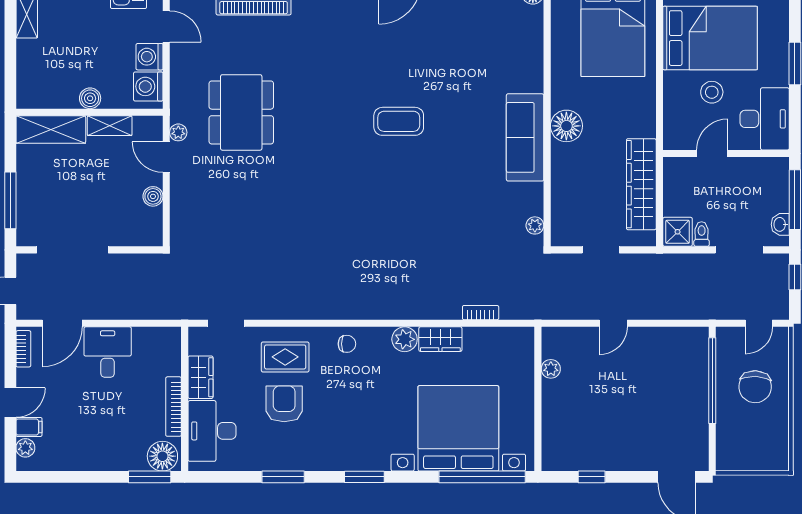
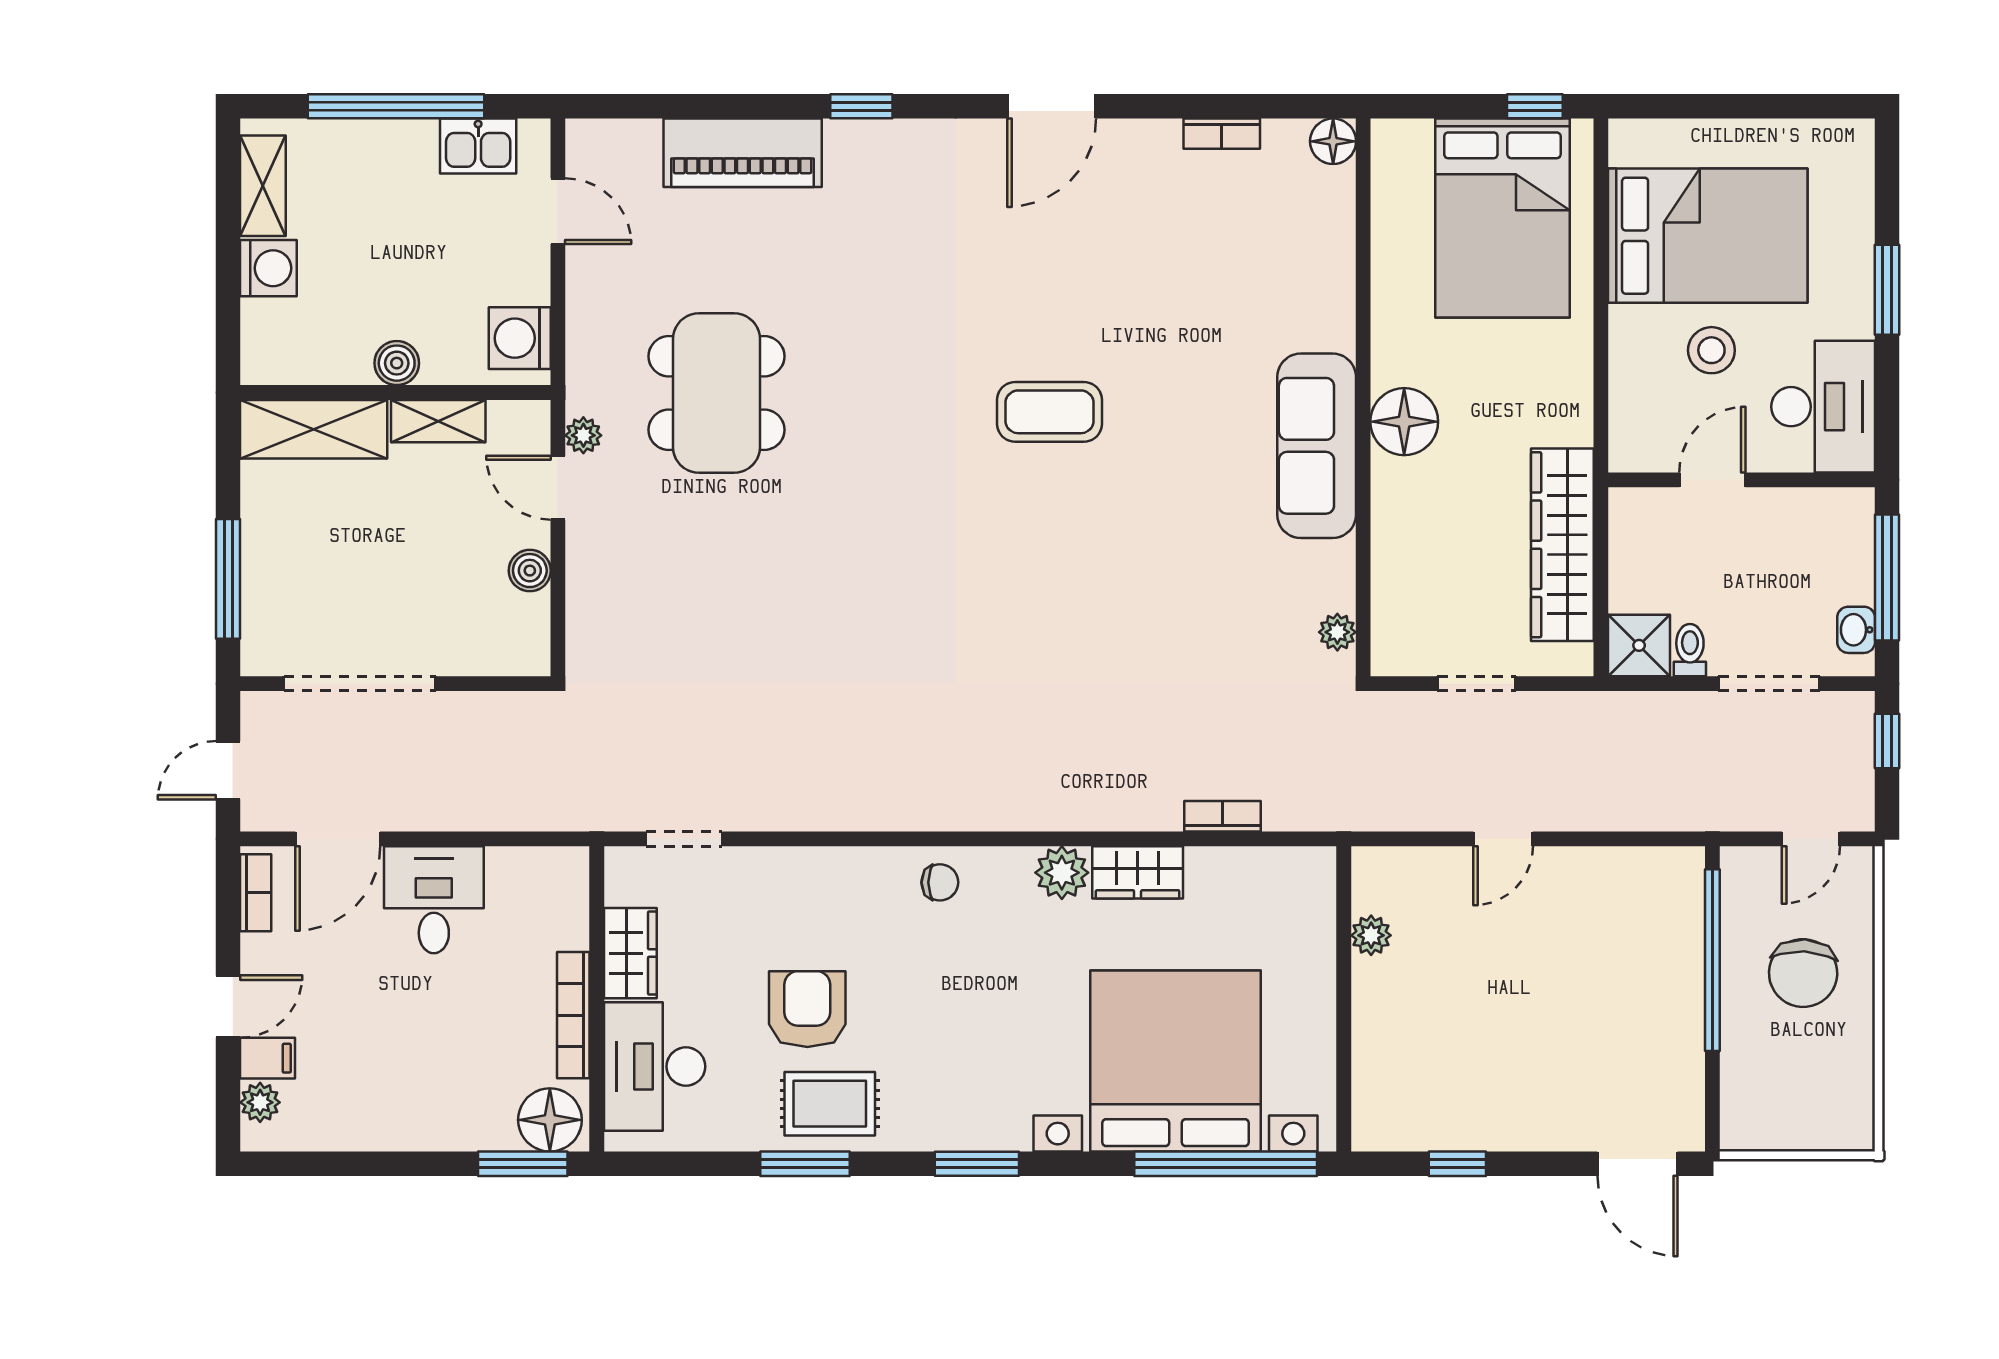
washing machine: (150, 57) -> (268, 268), moved, turned 180
rug: (285, 357) -> (830, 1104), moved

